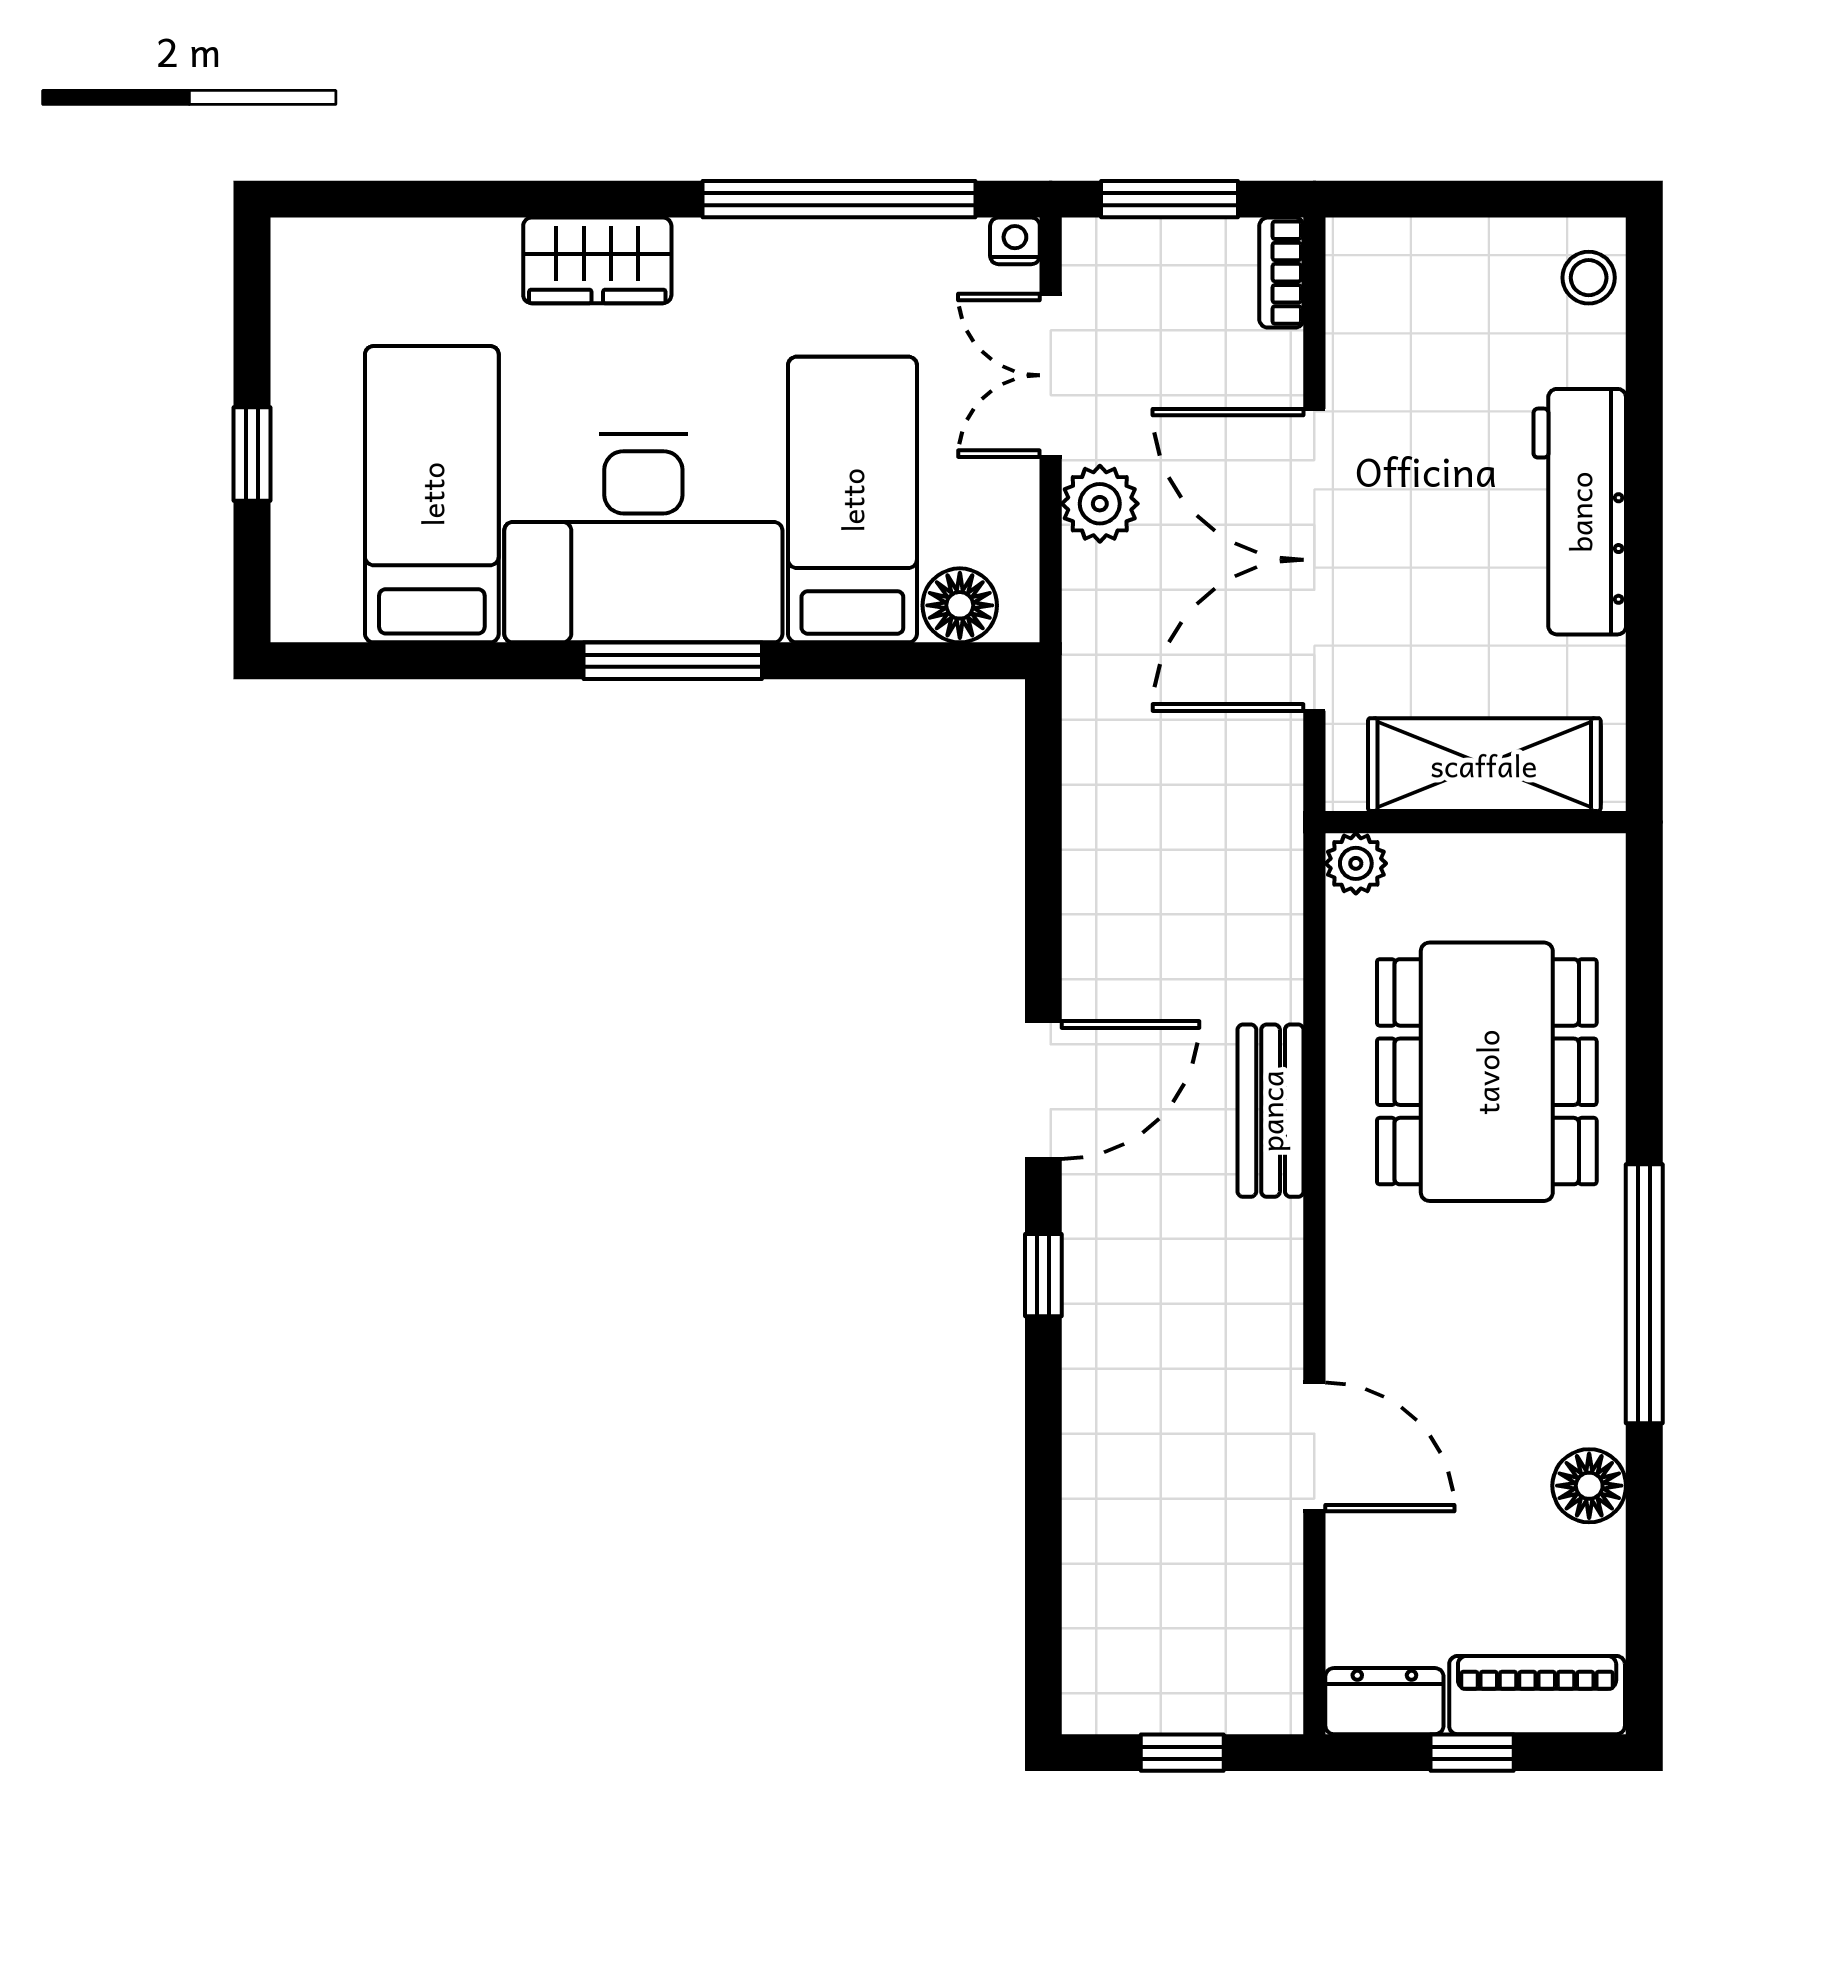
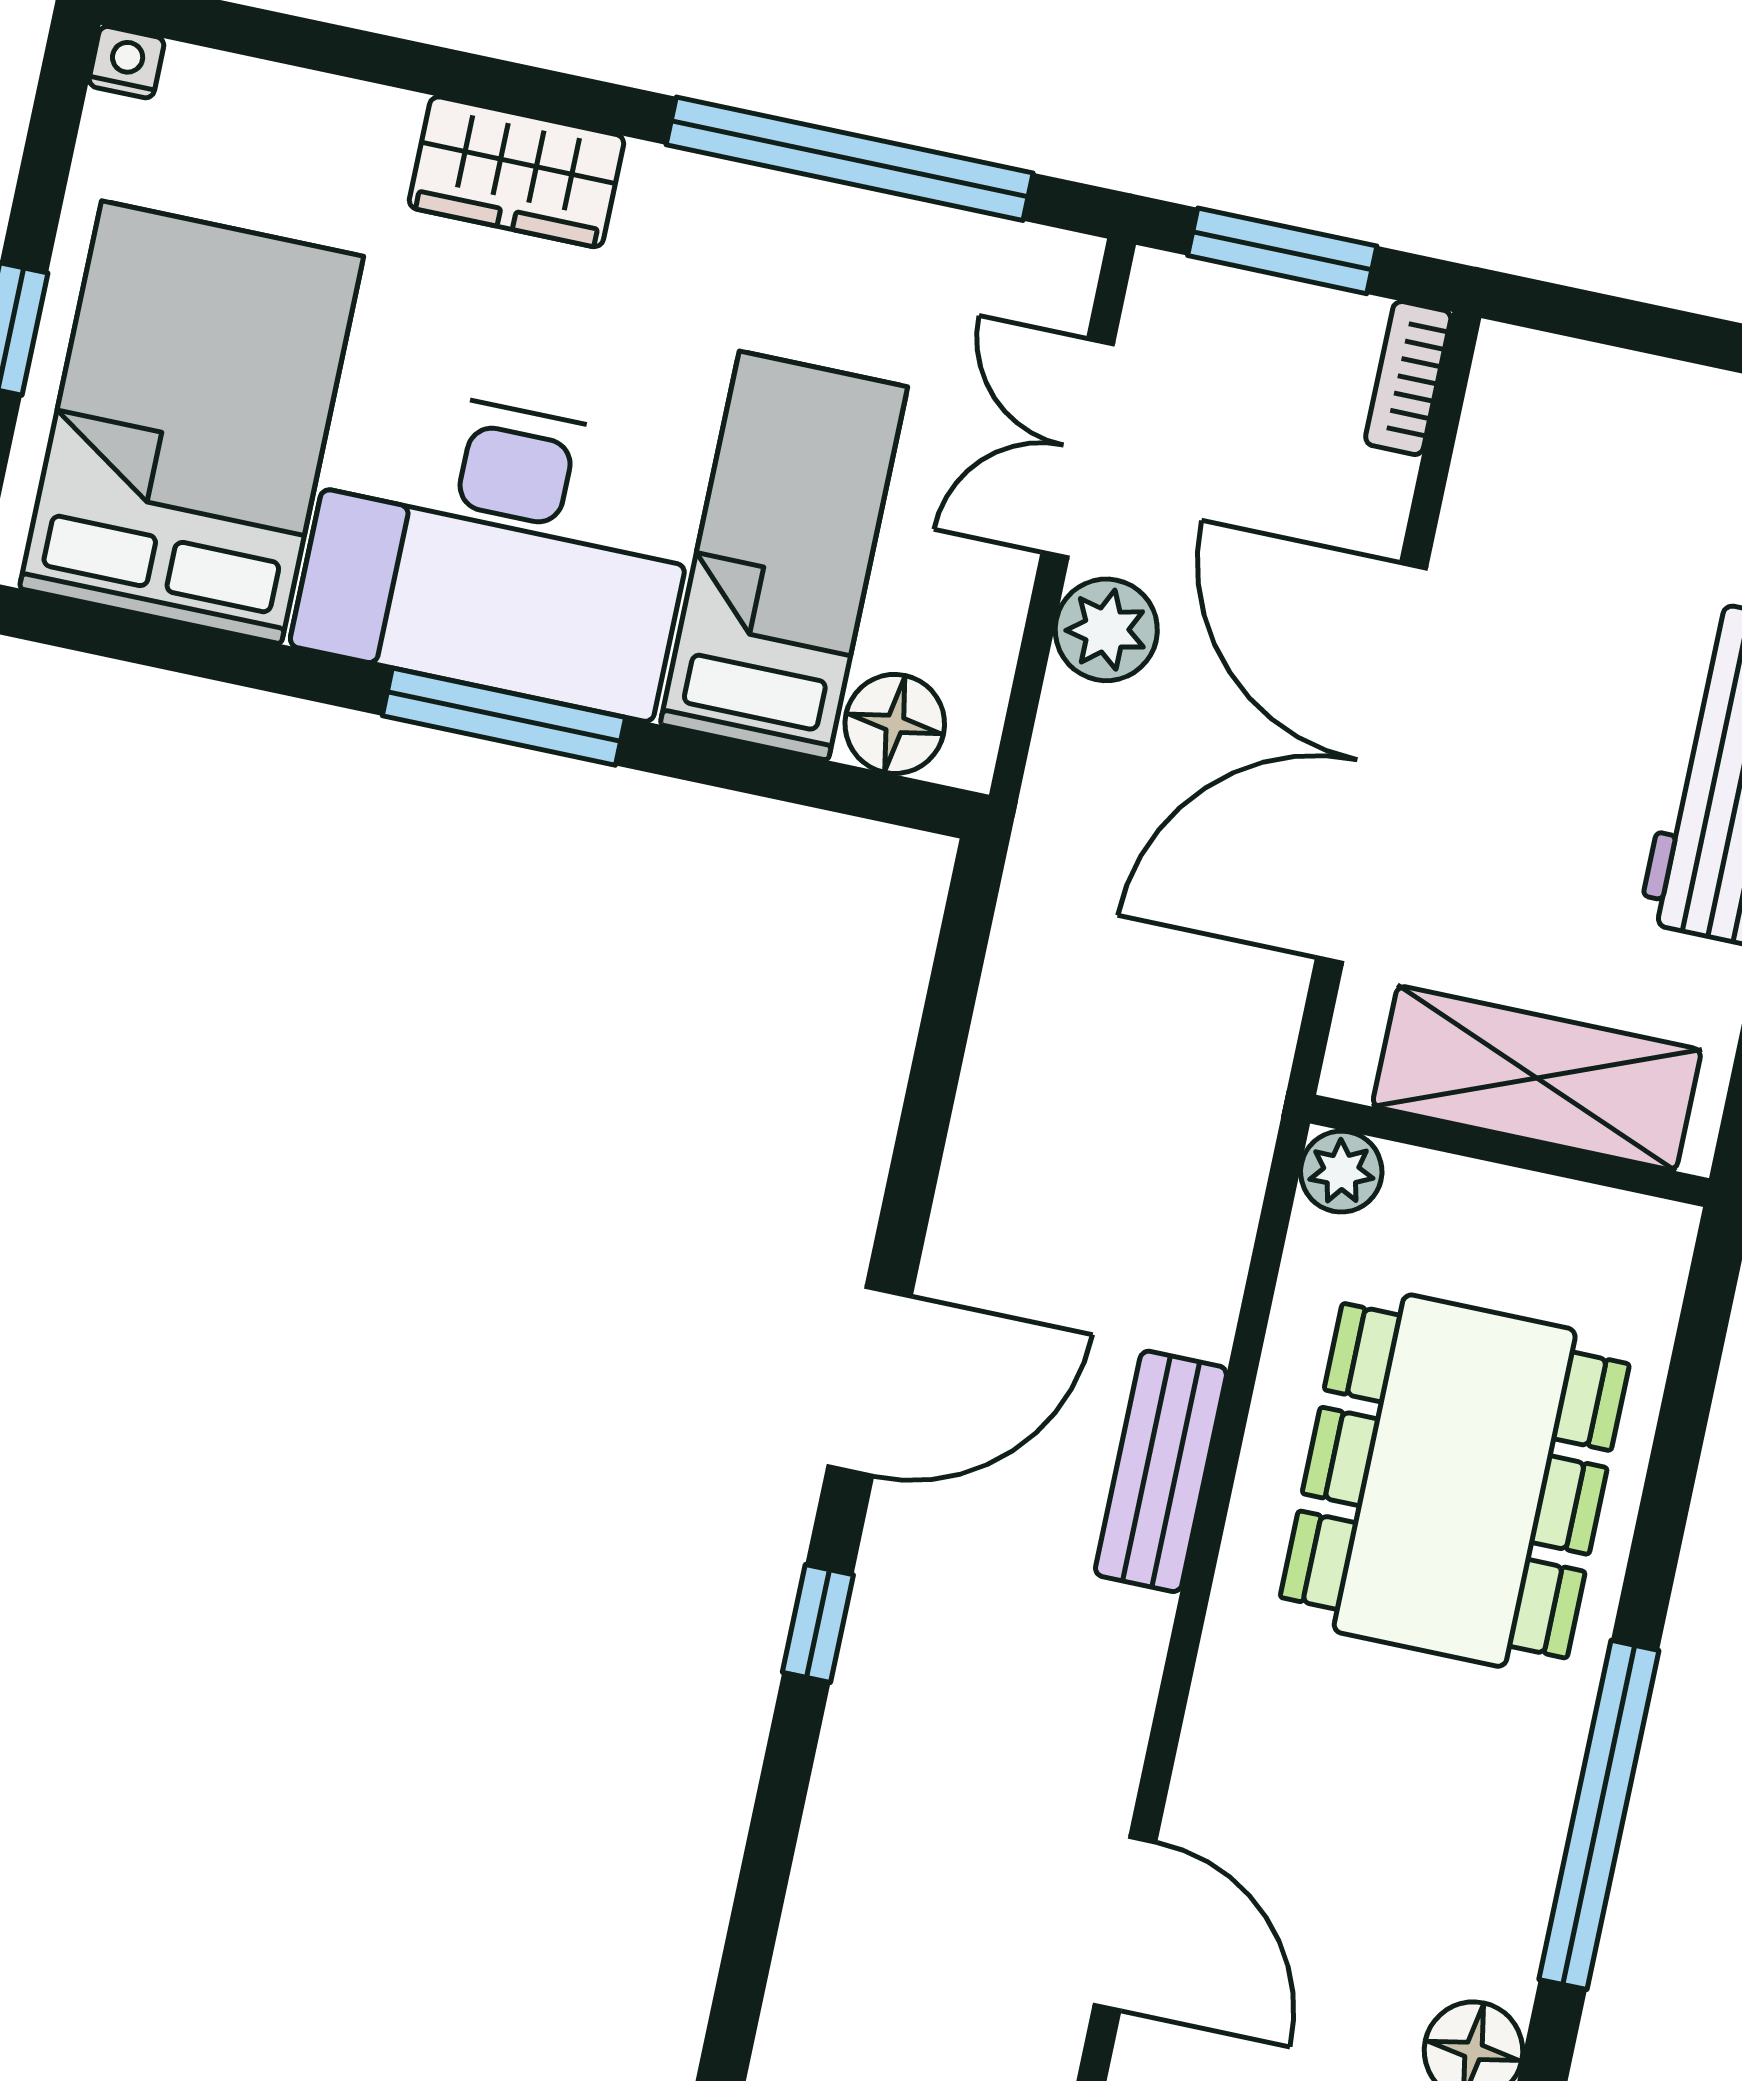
nightstand: (1015, 241) -> (127, 62), moved
bed: (432, 494) -> (191, 422), width x1.50

